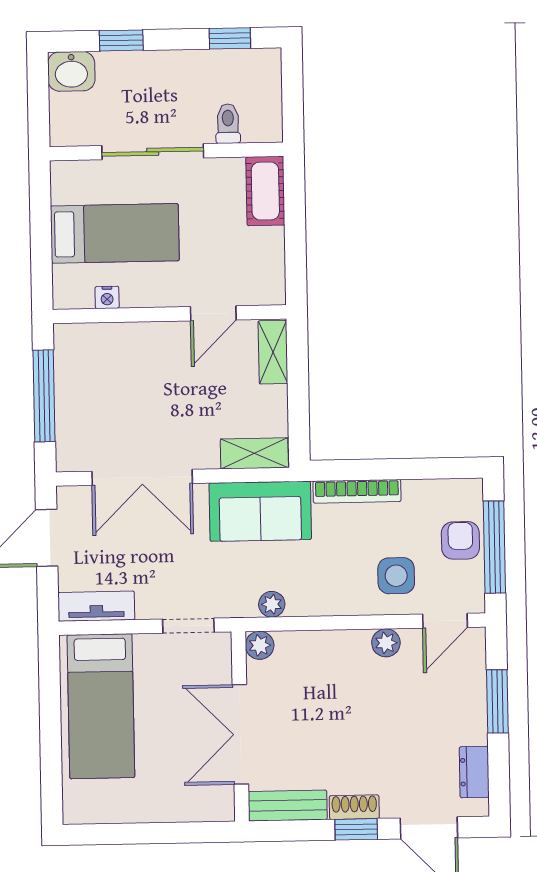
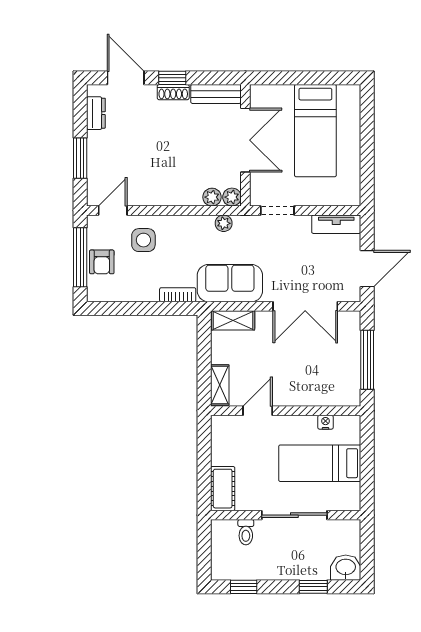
double door: (142, 477) -> (305, 306), swing flipped
bookcase: (357, 491) -> (178, 295), width x0.64
plant: (386, 643) -> (212, 197), moved
bed: (101, 706) -> (315, 131), moved, turned 180

